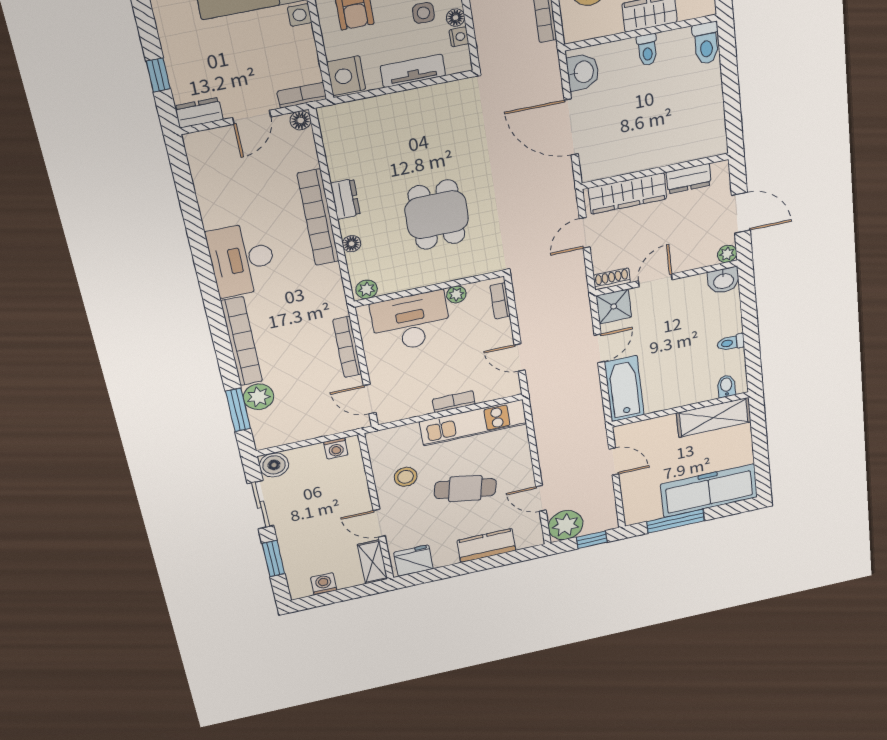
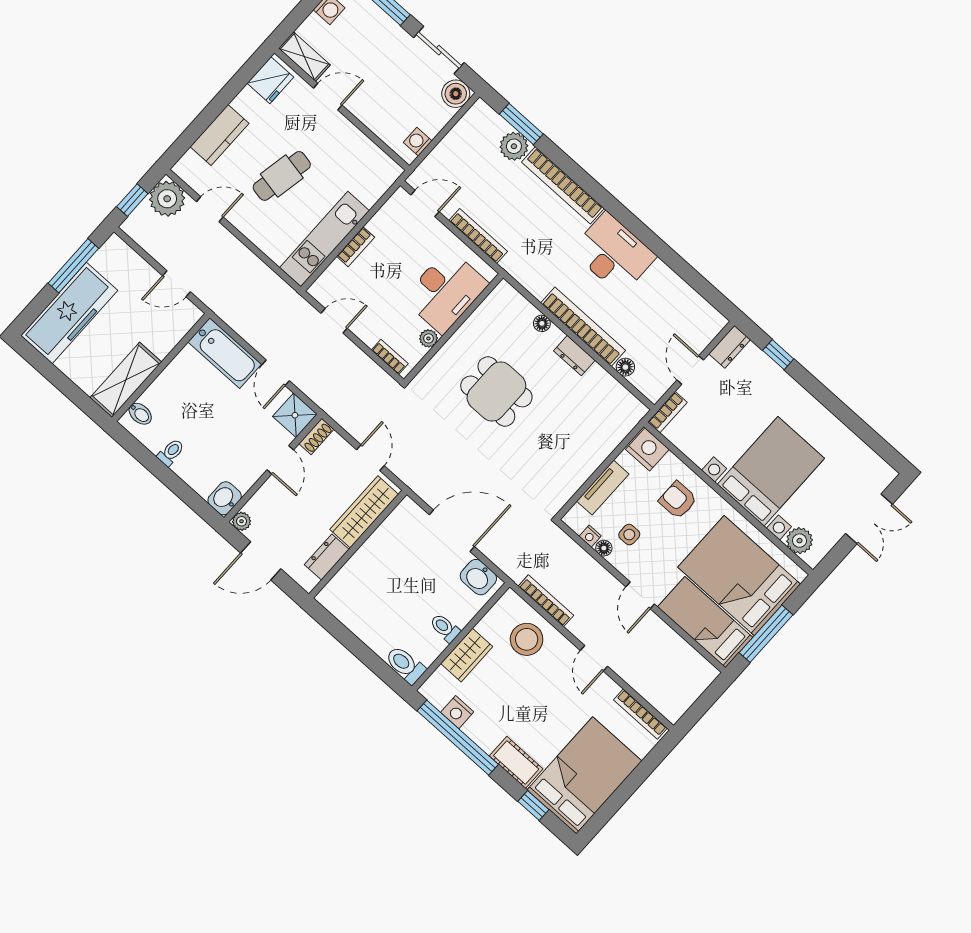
floor lamp: (301, 120) -> (625, 367), moved
plant: (367, 289) -> (501, 294), removed
stool: (406, 477) -> (340, 154), removed

